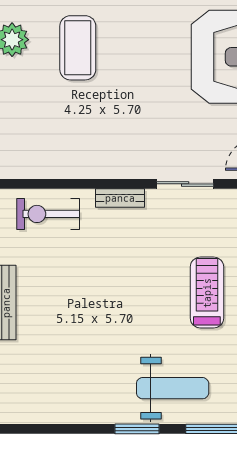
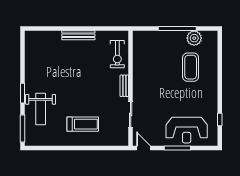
coffee table: (78, 48) -> (191, 67), turned 90
exercise bike: (48, 214) -> (117, 54), turned 180

